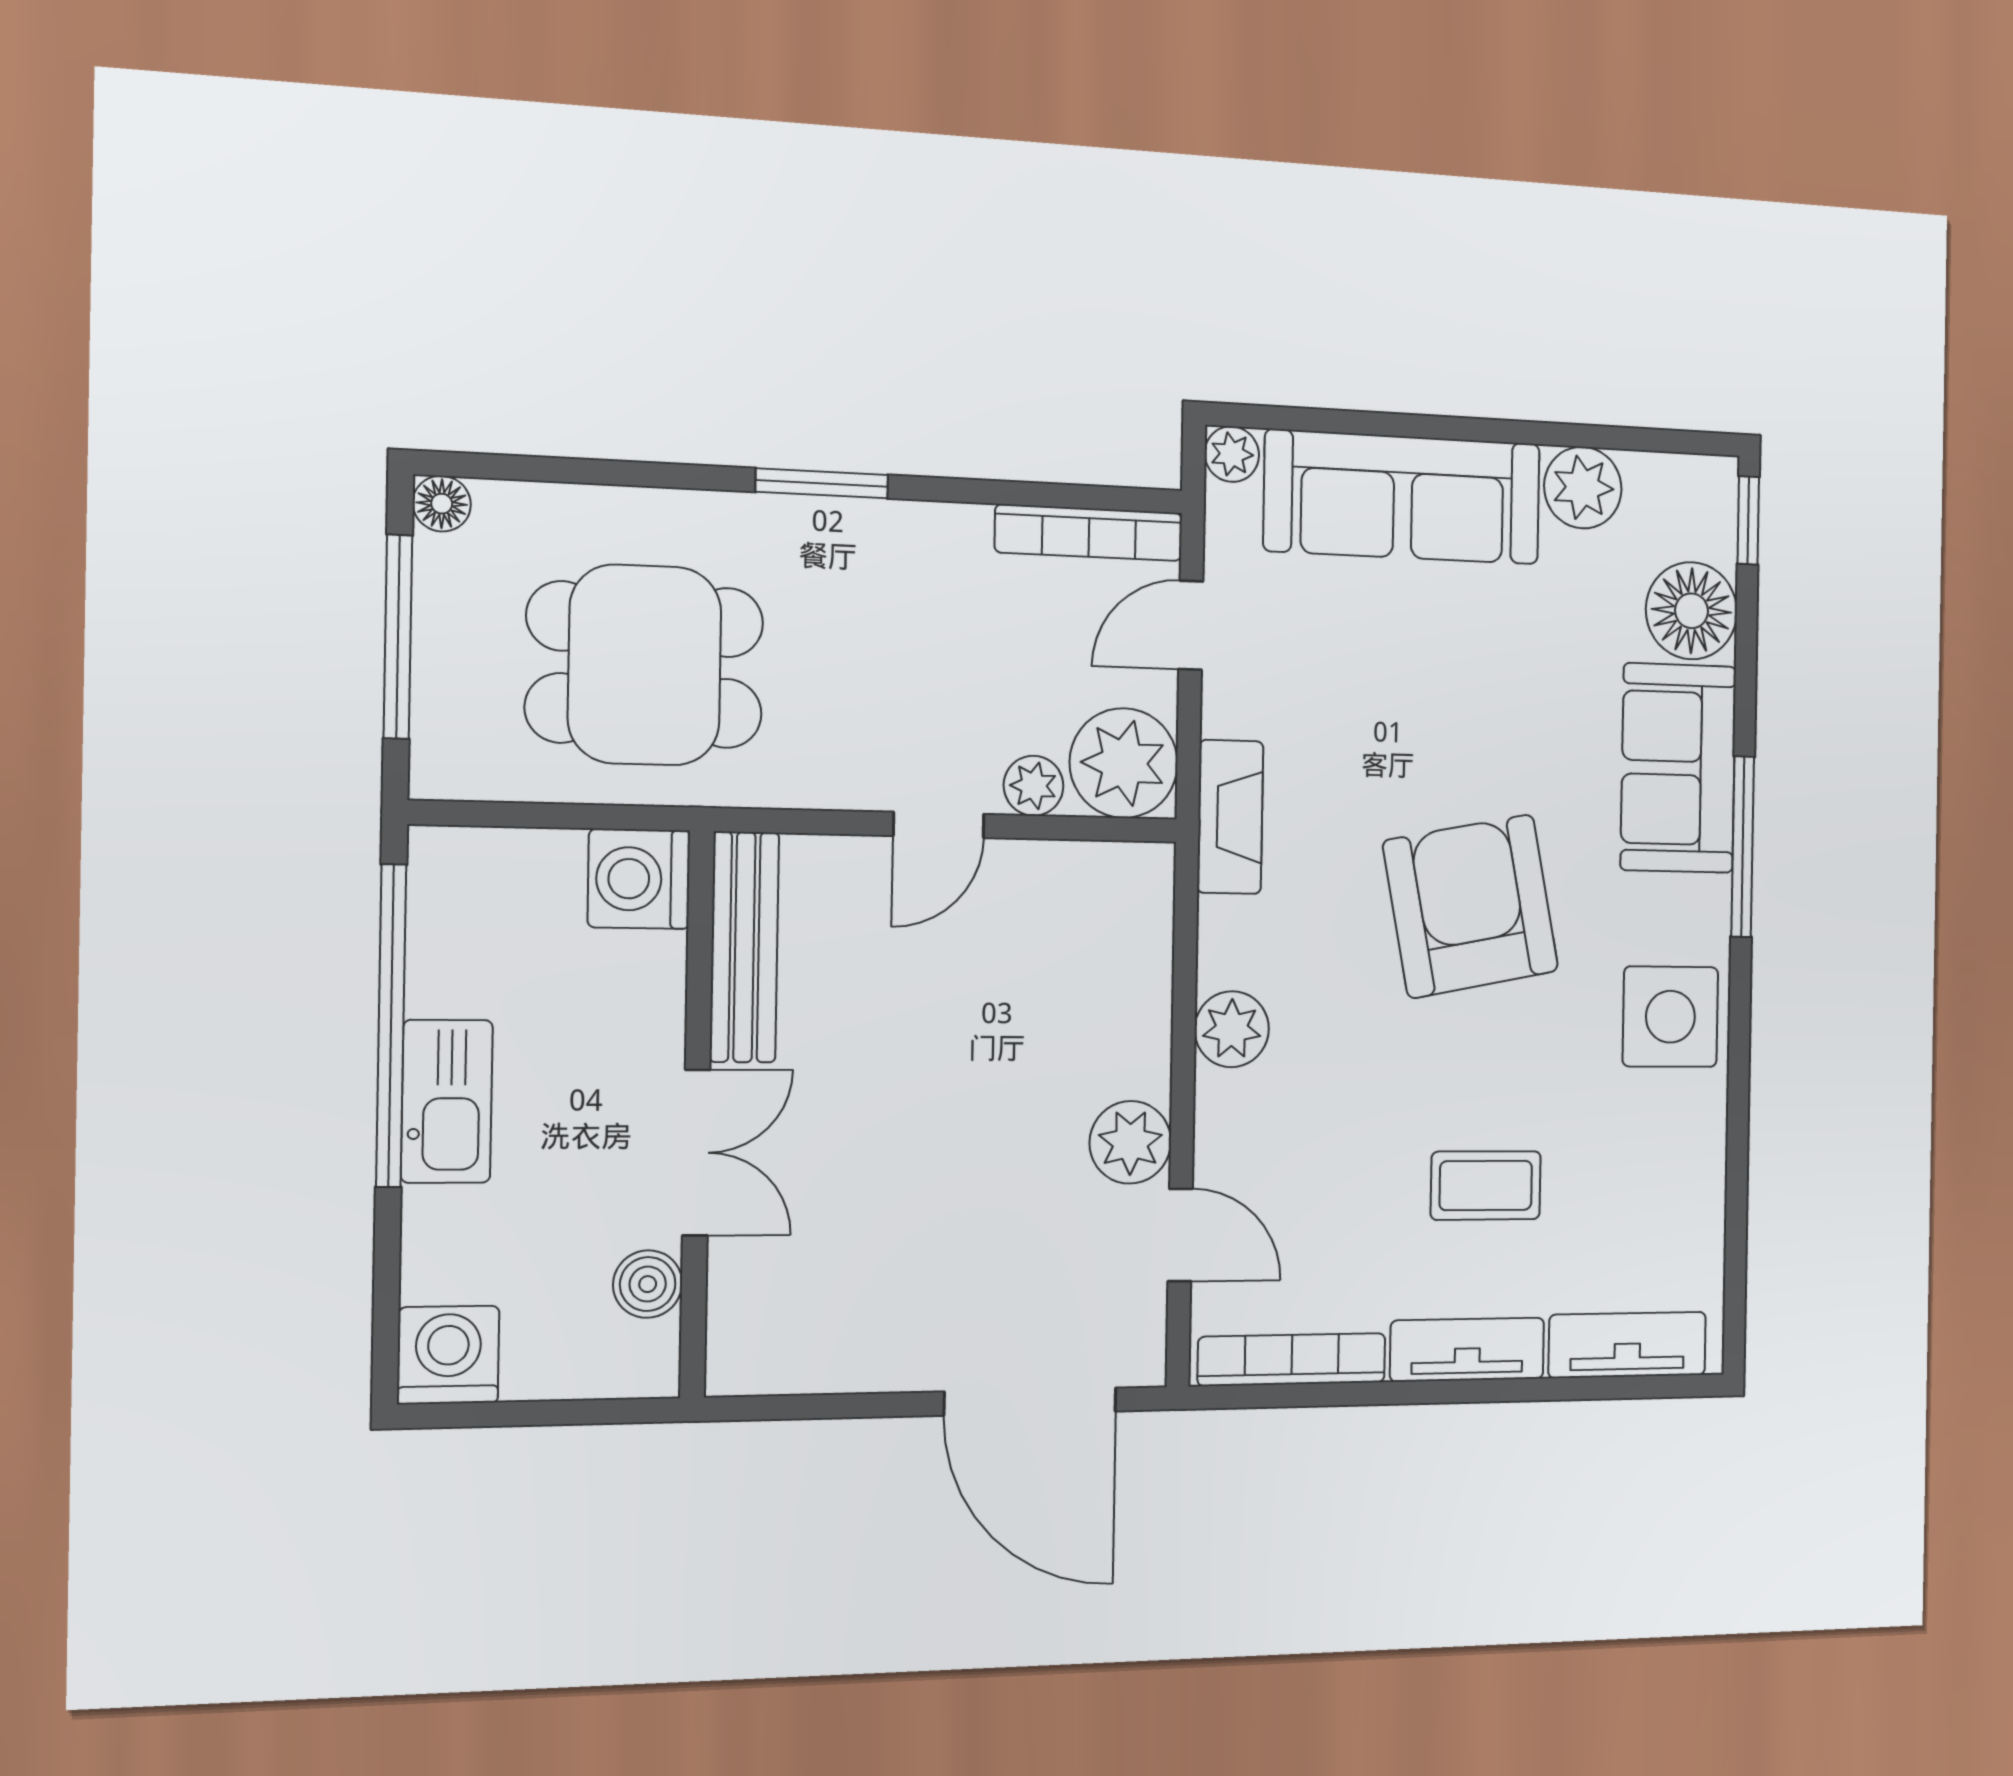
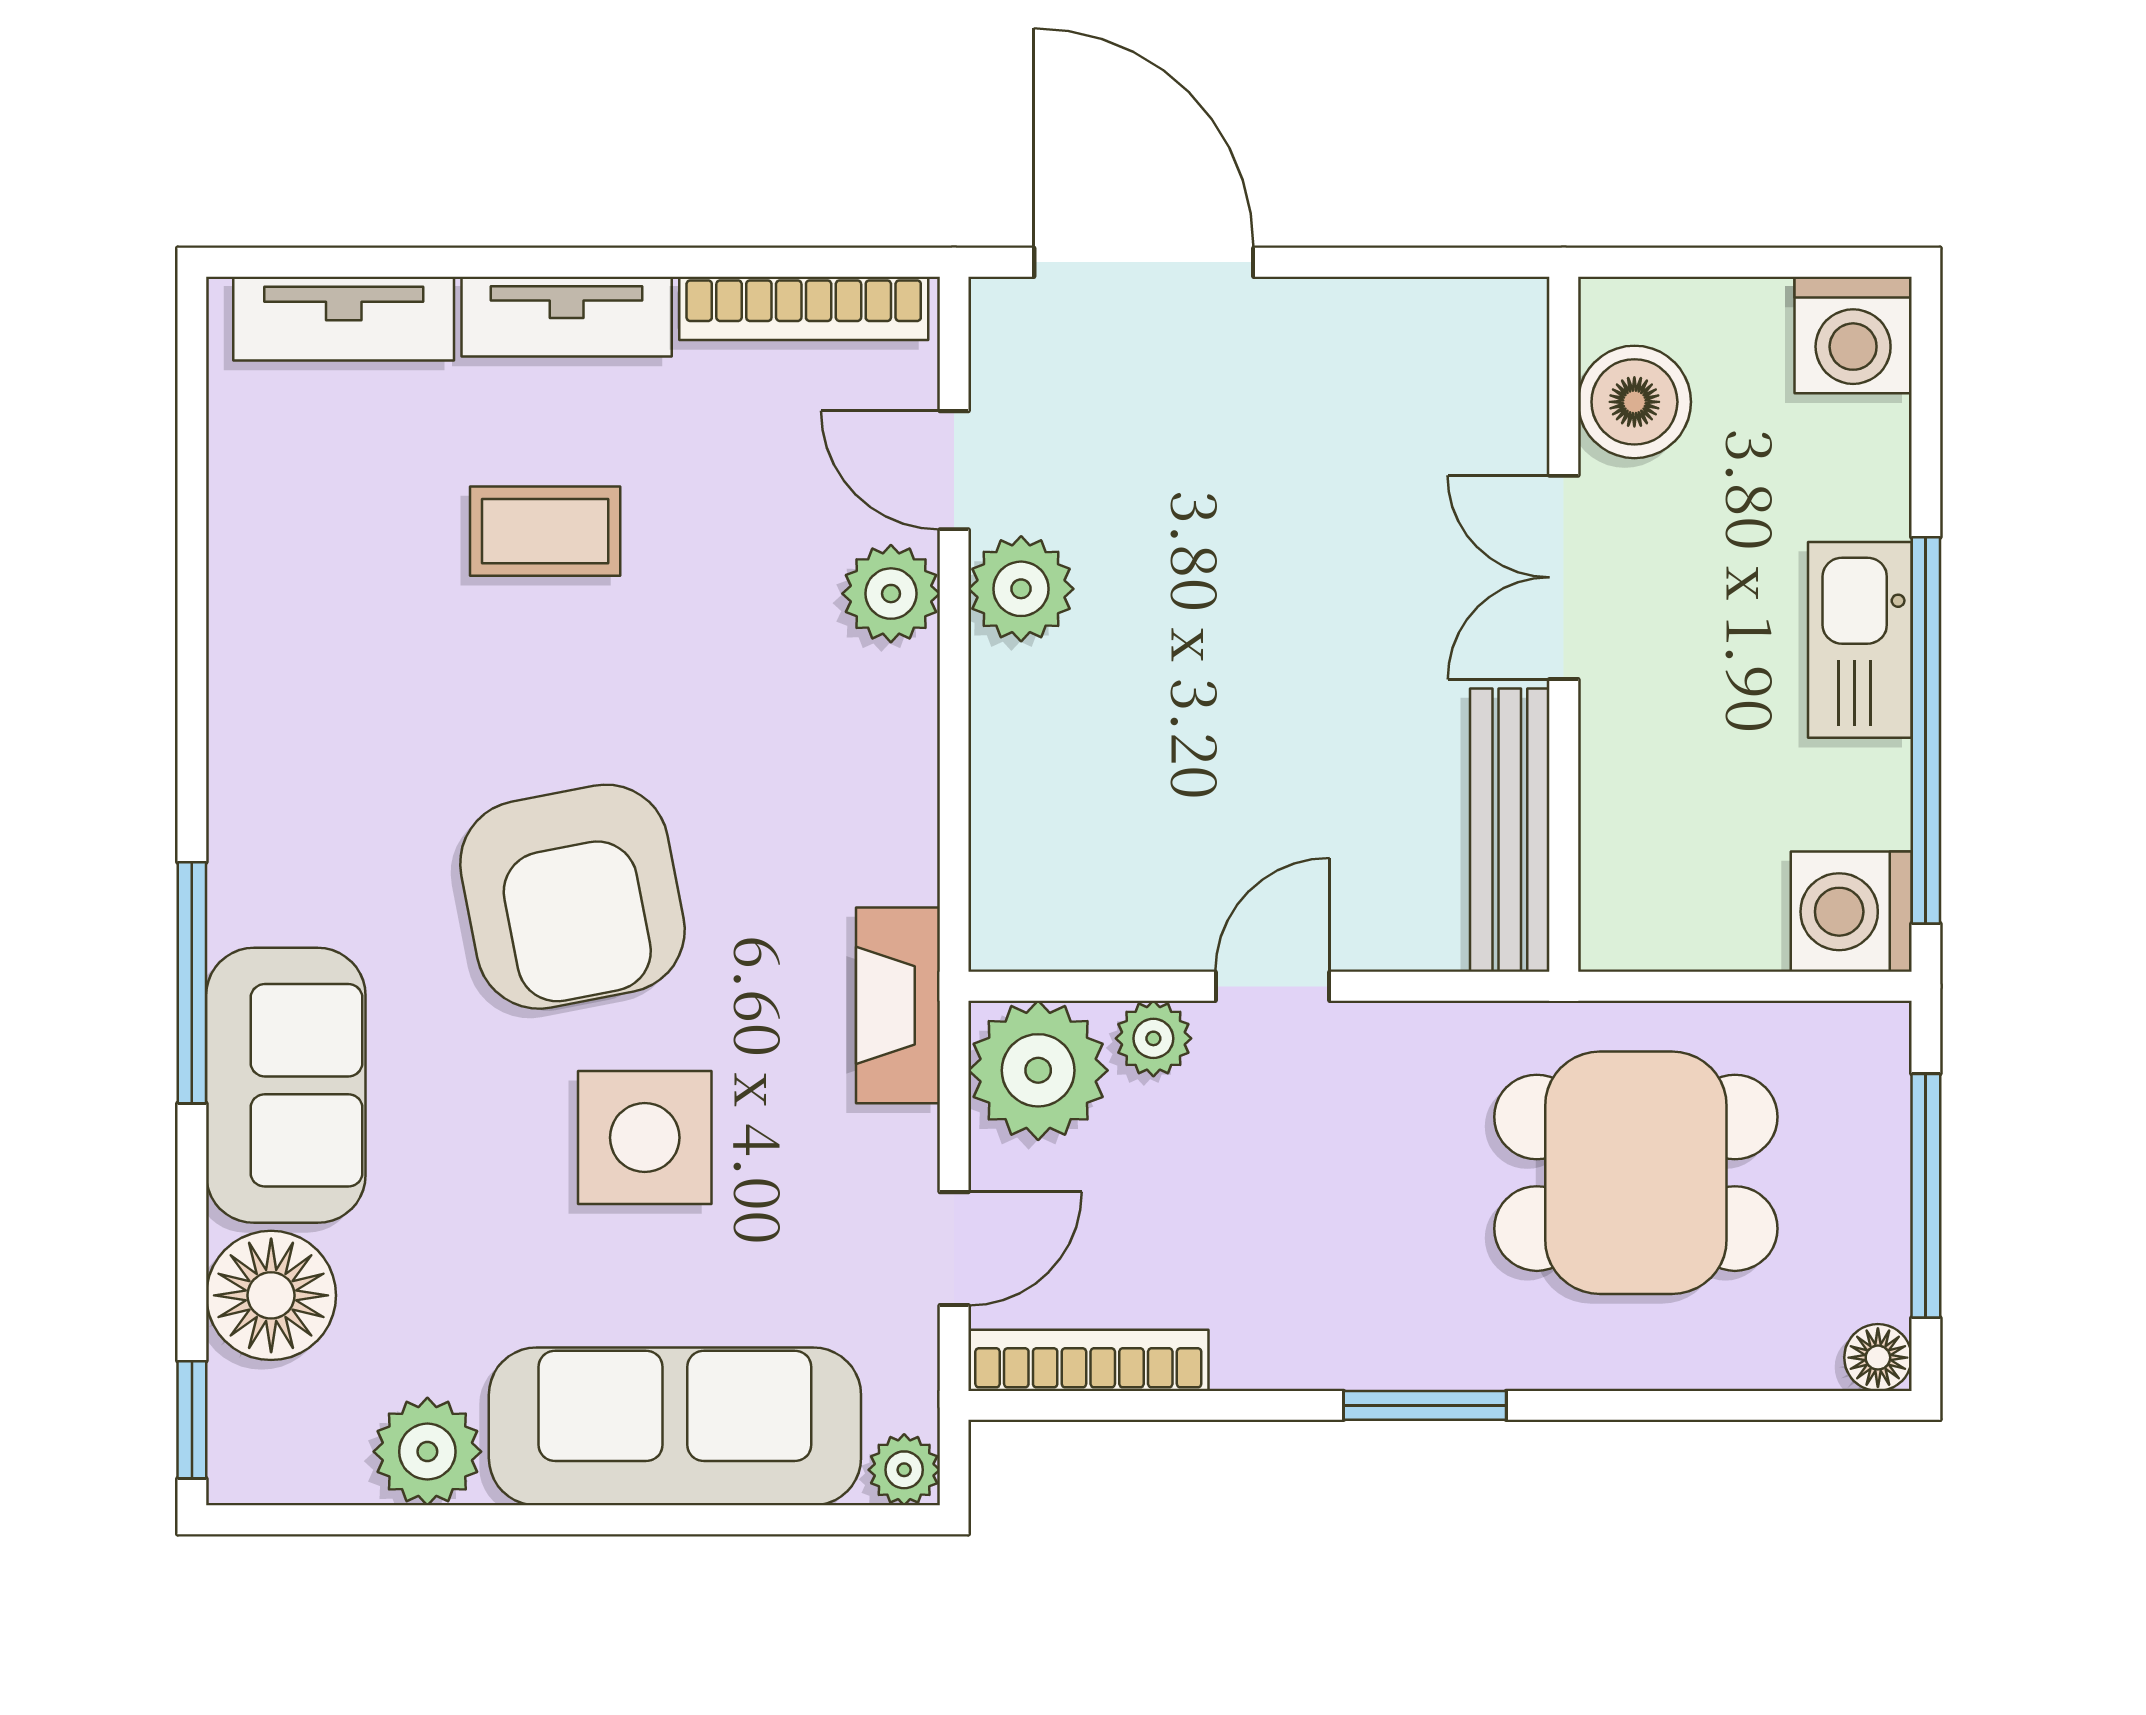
washing machine: (639, 879) -> (1851, 912), moved, turned 180
side table: (1670, 1017) -> (645, 1138), moved
plant: (1232, 1029) -> (891, 594), moved
boiler: (648, 1284) -> (1634, 402), width x1.36, depth x1.36

